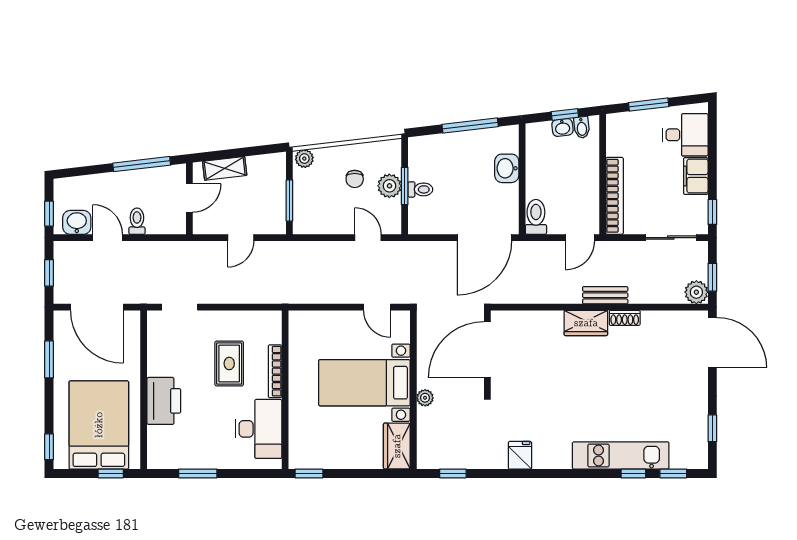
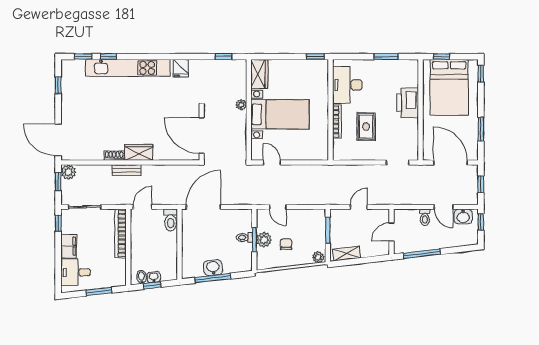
shelving: (225, 168) -> (347, 254), moved
washbasin: (507, 168) -> (213, 268), moved, turned -97
door: (487, 349) -> (202, 136), swing flipped
kitchen unit: (621, 456) -> (128, 68), width x1.36

